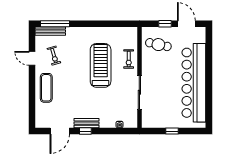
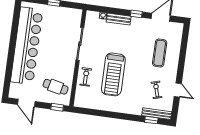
window: (55, 24) -> (151, 120), width x0.46
window: (165, 24) -> (57, 107), moved
exercise mat: (46, 88) -> (160, 53), moved
bench: (86, 123) -> (119, 19), moved

